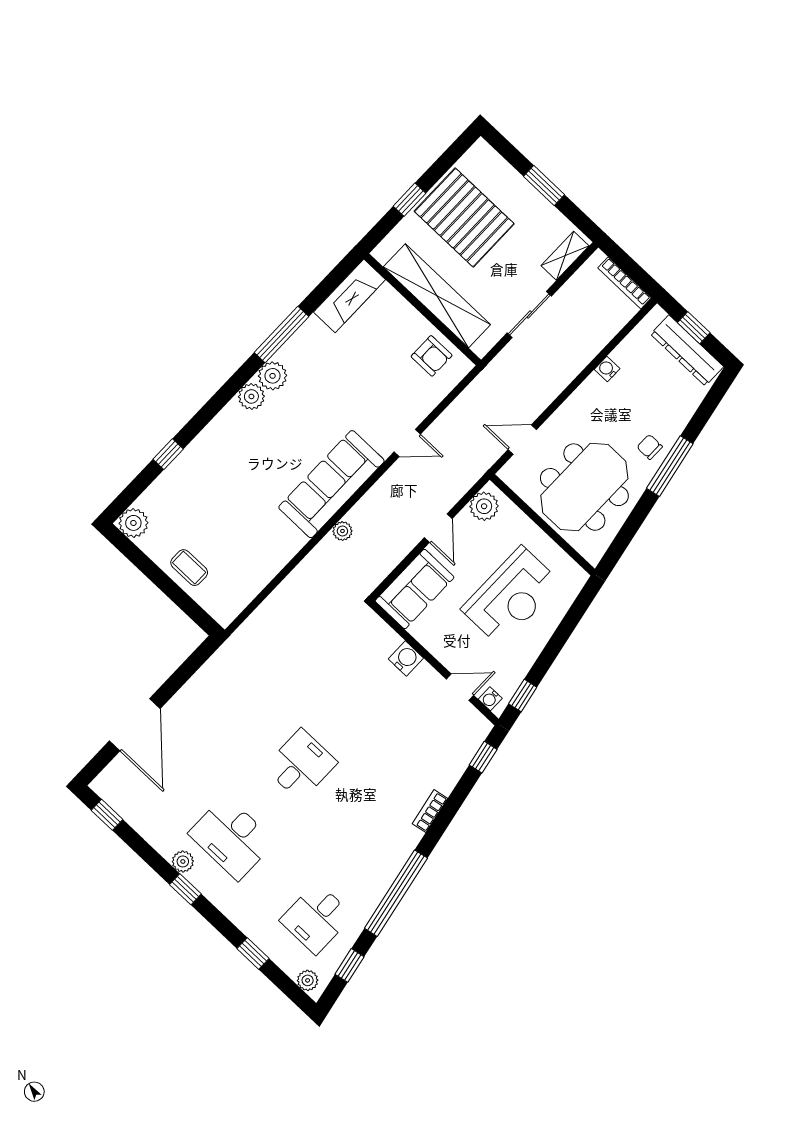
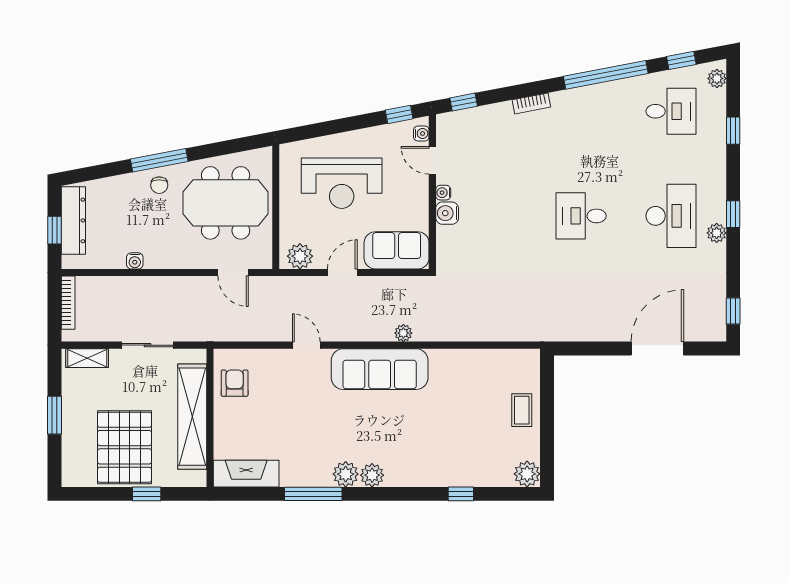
reception desk: (511, 596) -> (342, 183), turned 180
water cooler: (425, 671) -> (443, 193), added

